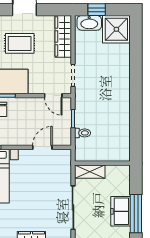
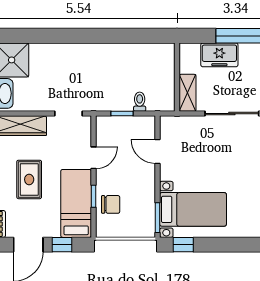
door: (53, 96) -> (94, 158), moved
freezer: (121, 211) -> (219, 55), moved

